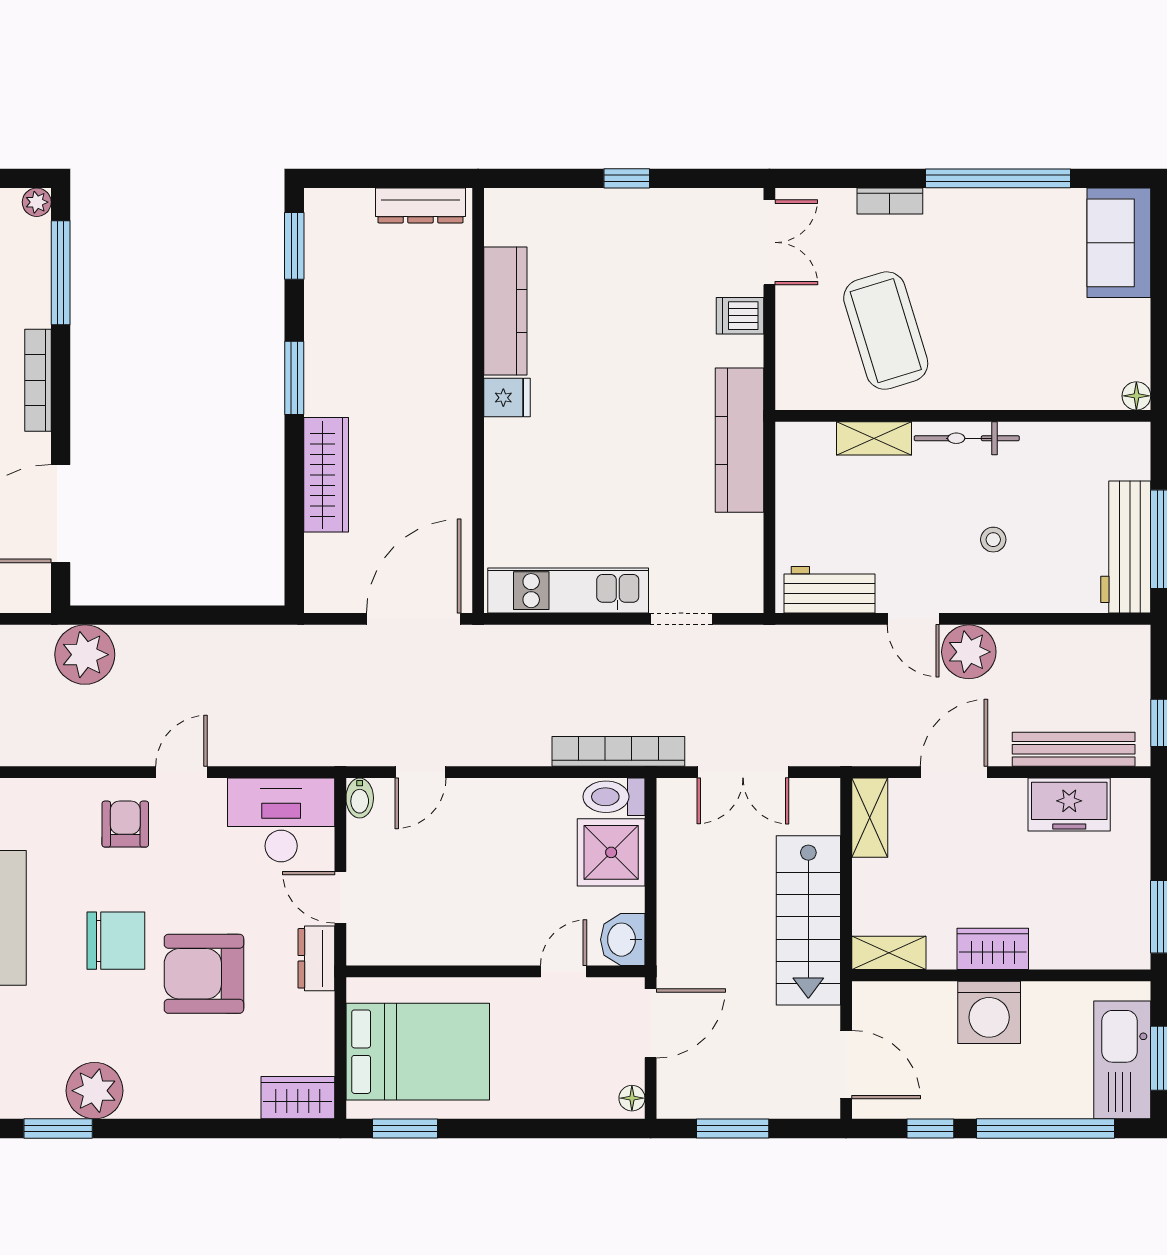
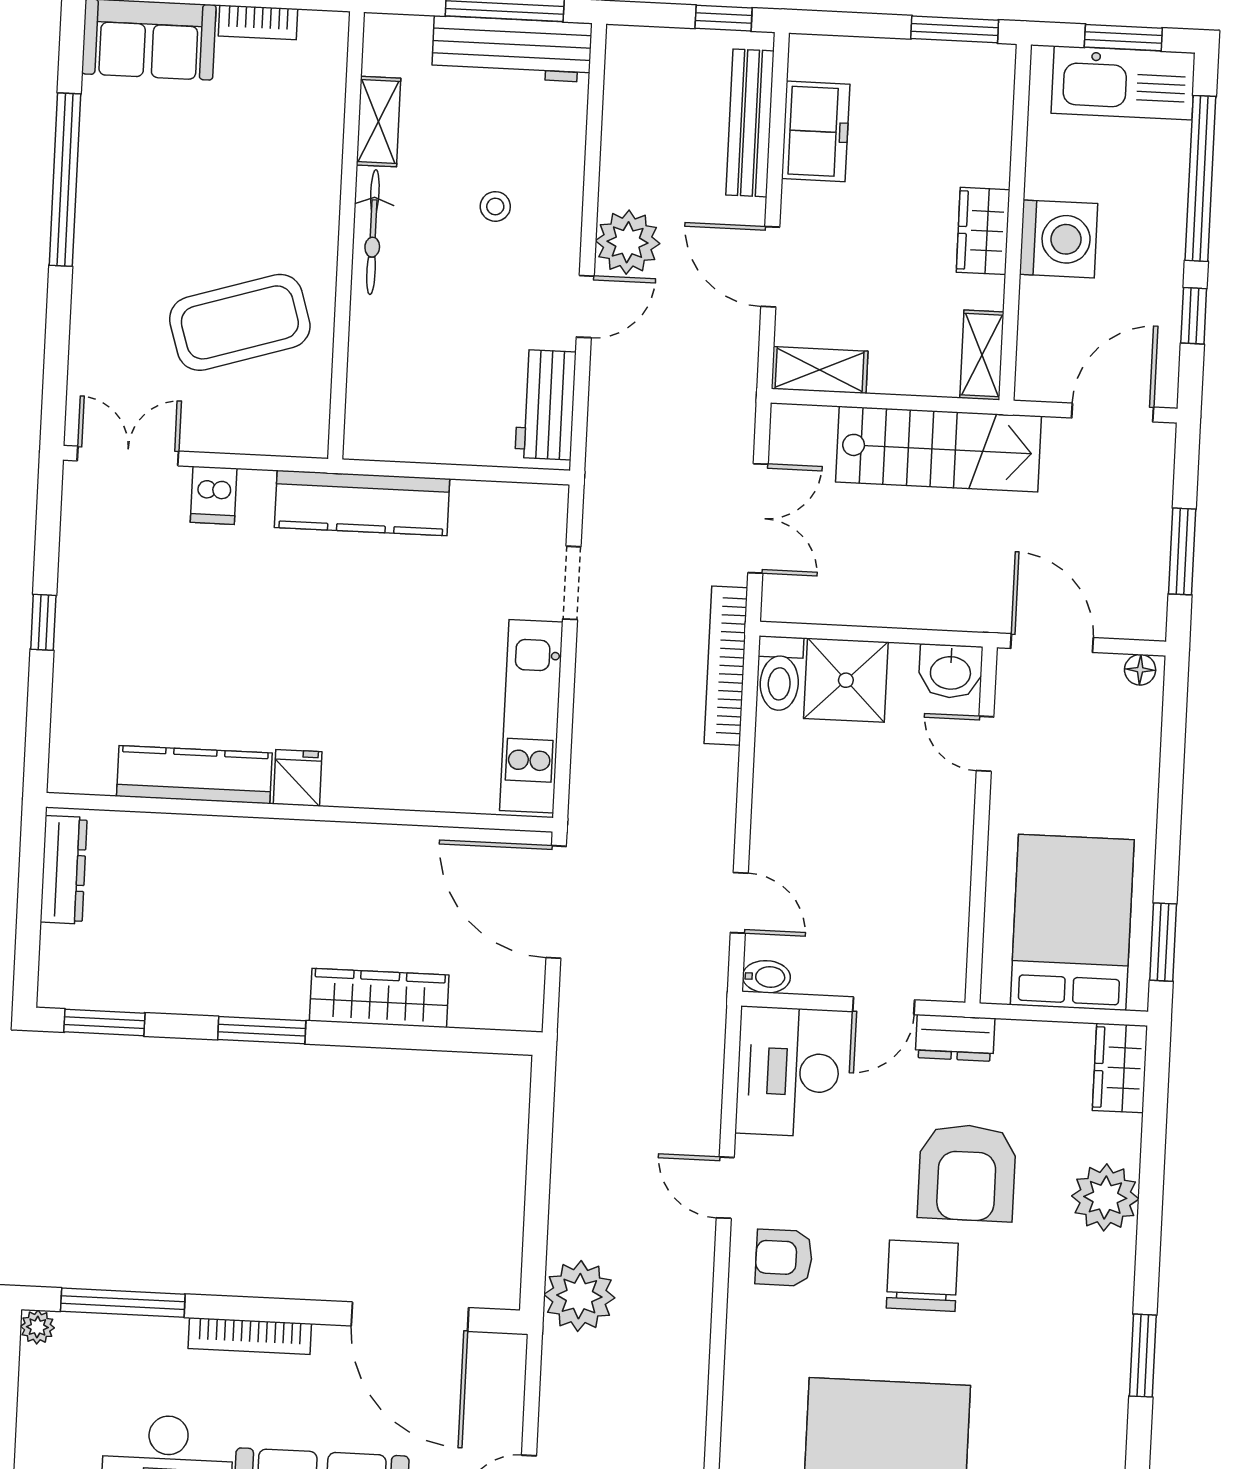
bookcase: (890, 201) -> (258, 22), moved, turned 90
floor lamp: (1136, 396) -> (332, 27), removed
shelving: (874, 438) -> (379, 122), moved
plant: (95, 1091) -> (1105, 1197), moved

